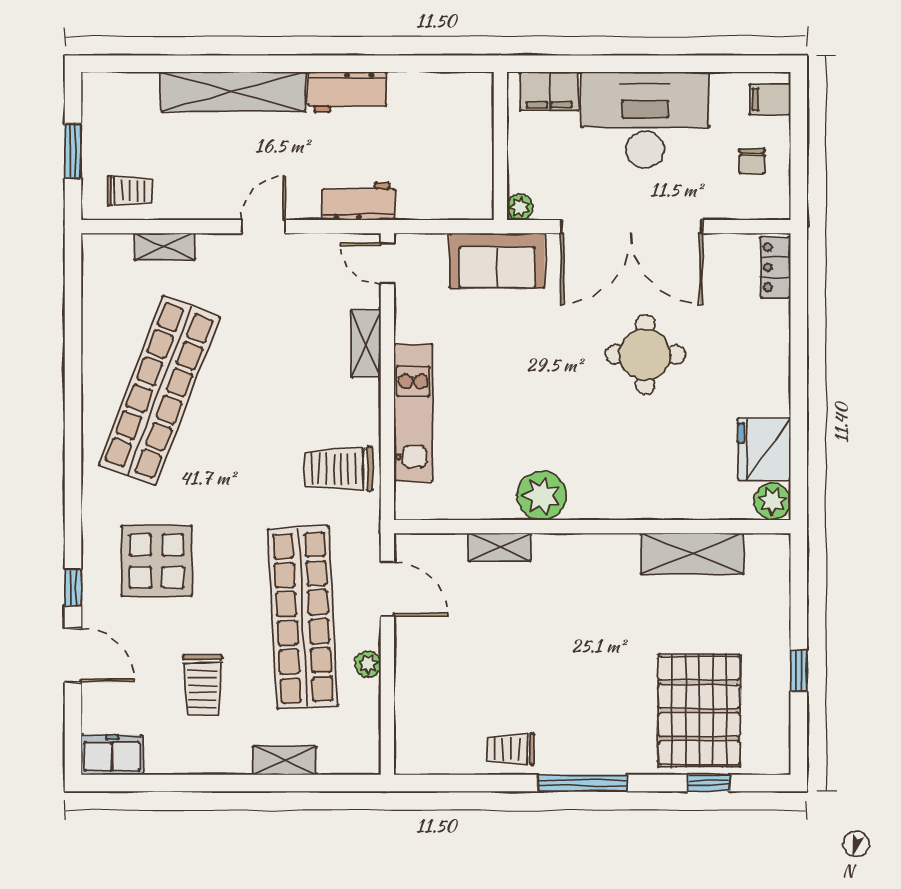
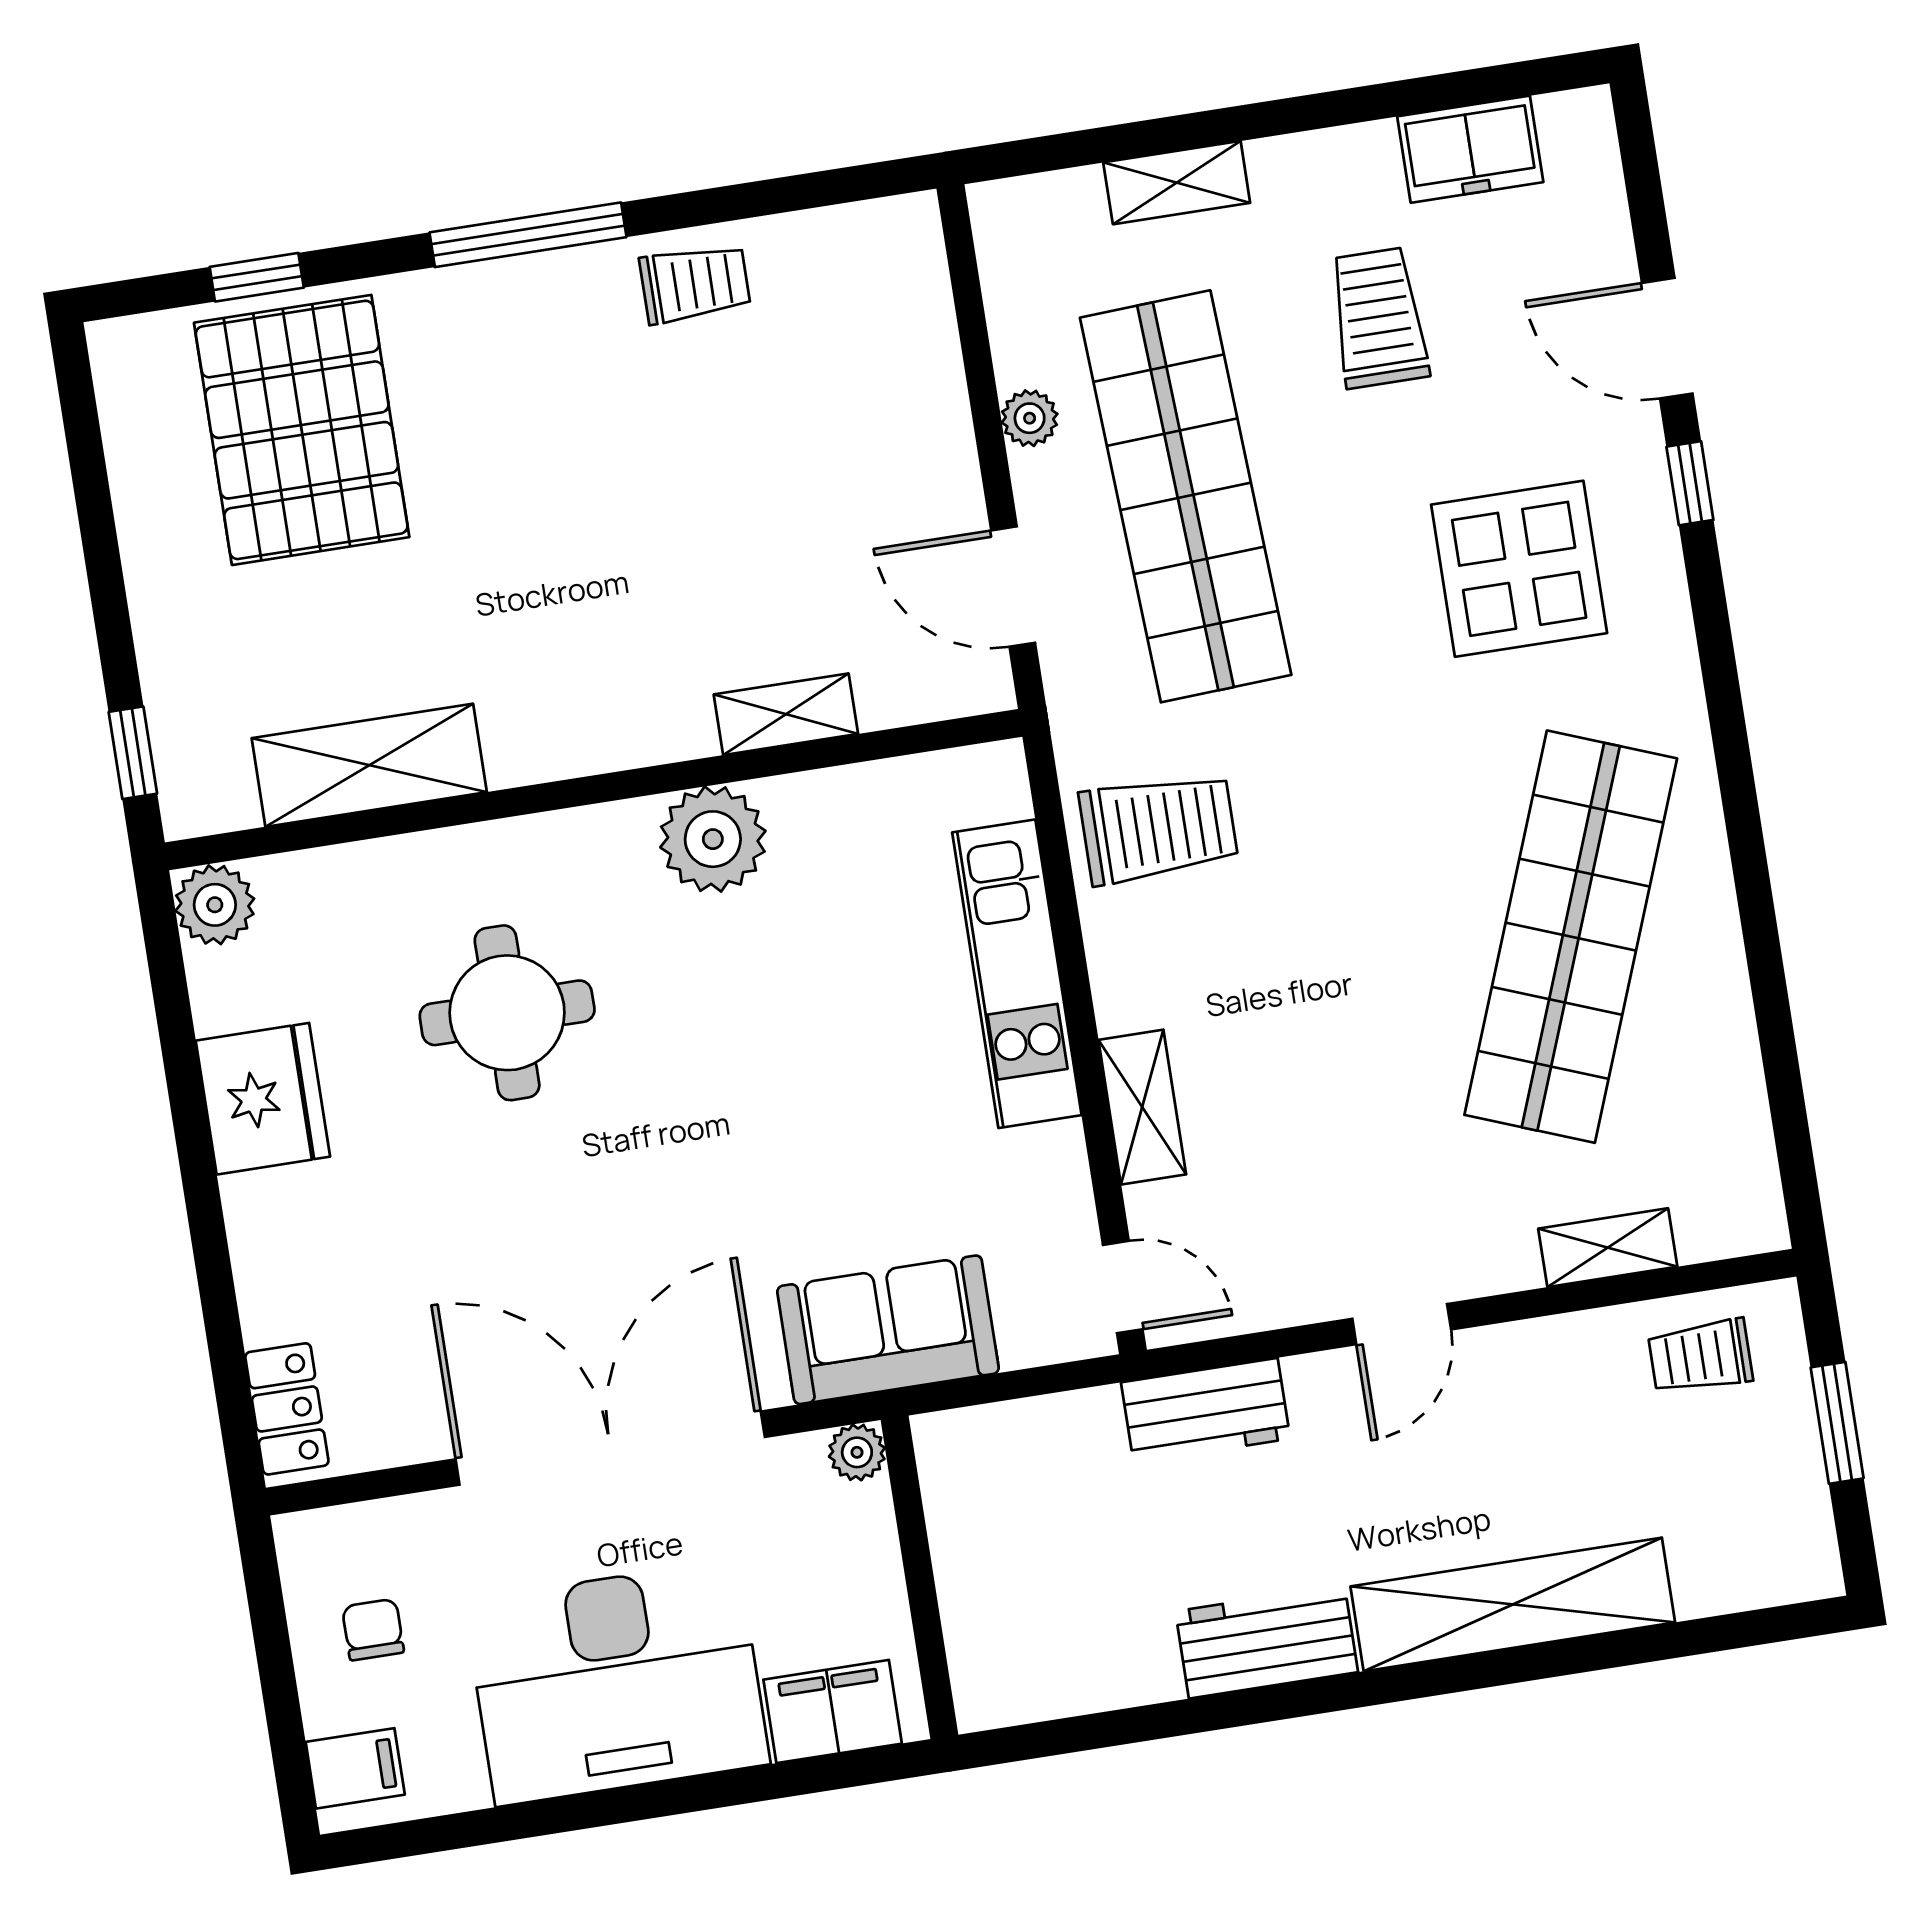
round table: (645, 355) -> (507, 1013), moved
fridge: (764, 449) -> (263, 1099), moved
window: (799, 671) -> (133, 753), moved
freezer: (112, 755) -> (1470, 149), moved

